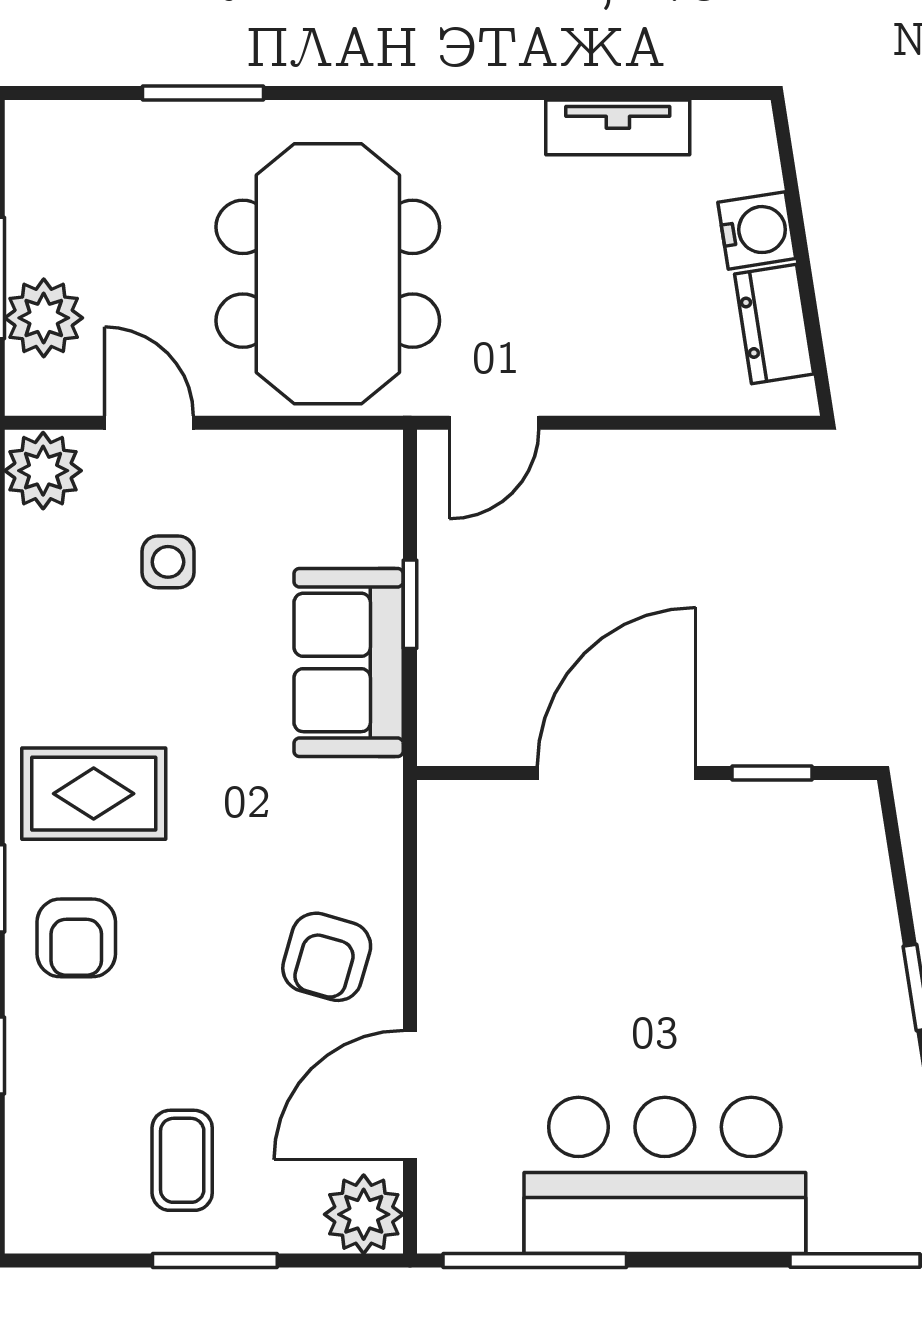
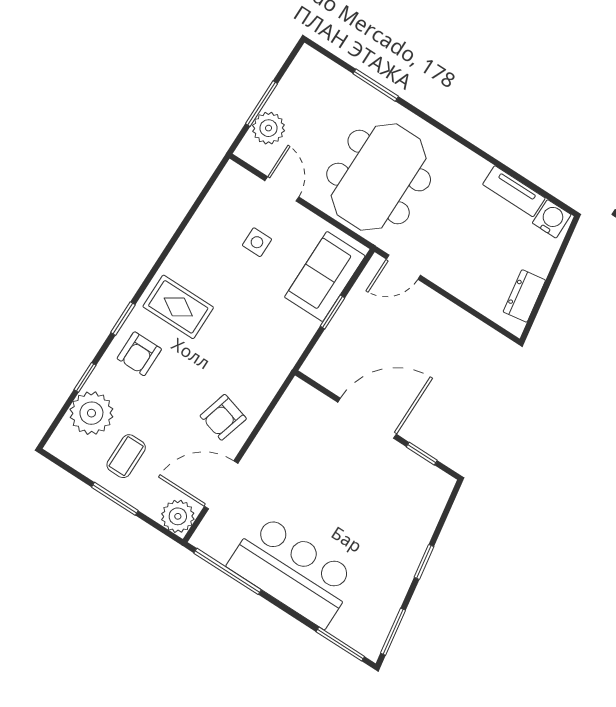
water cooler: (757, 230) -> (552, 219), moved, turned -81
plant: (43, 471) -> (91, 413), moved, width x1.36, depth x1.36
sofa: (349, 662) -> (325, 277), moved

